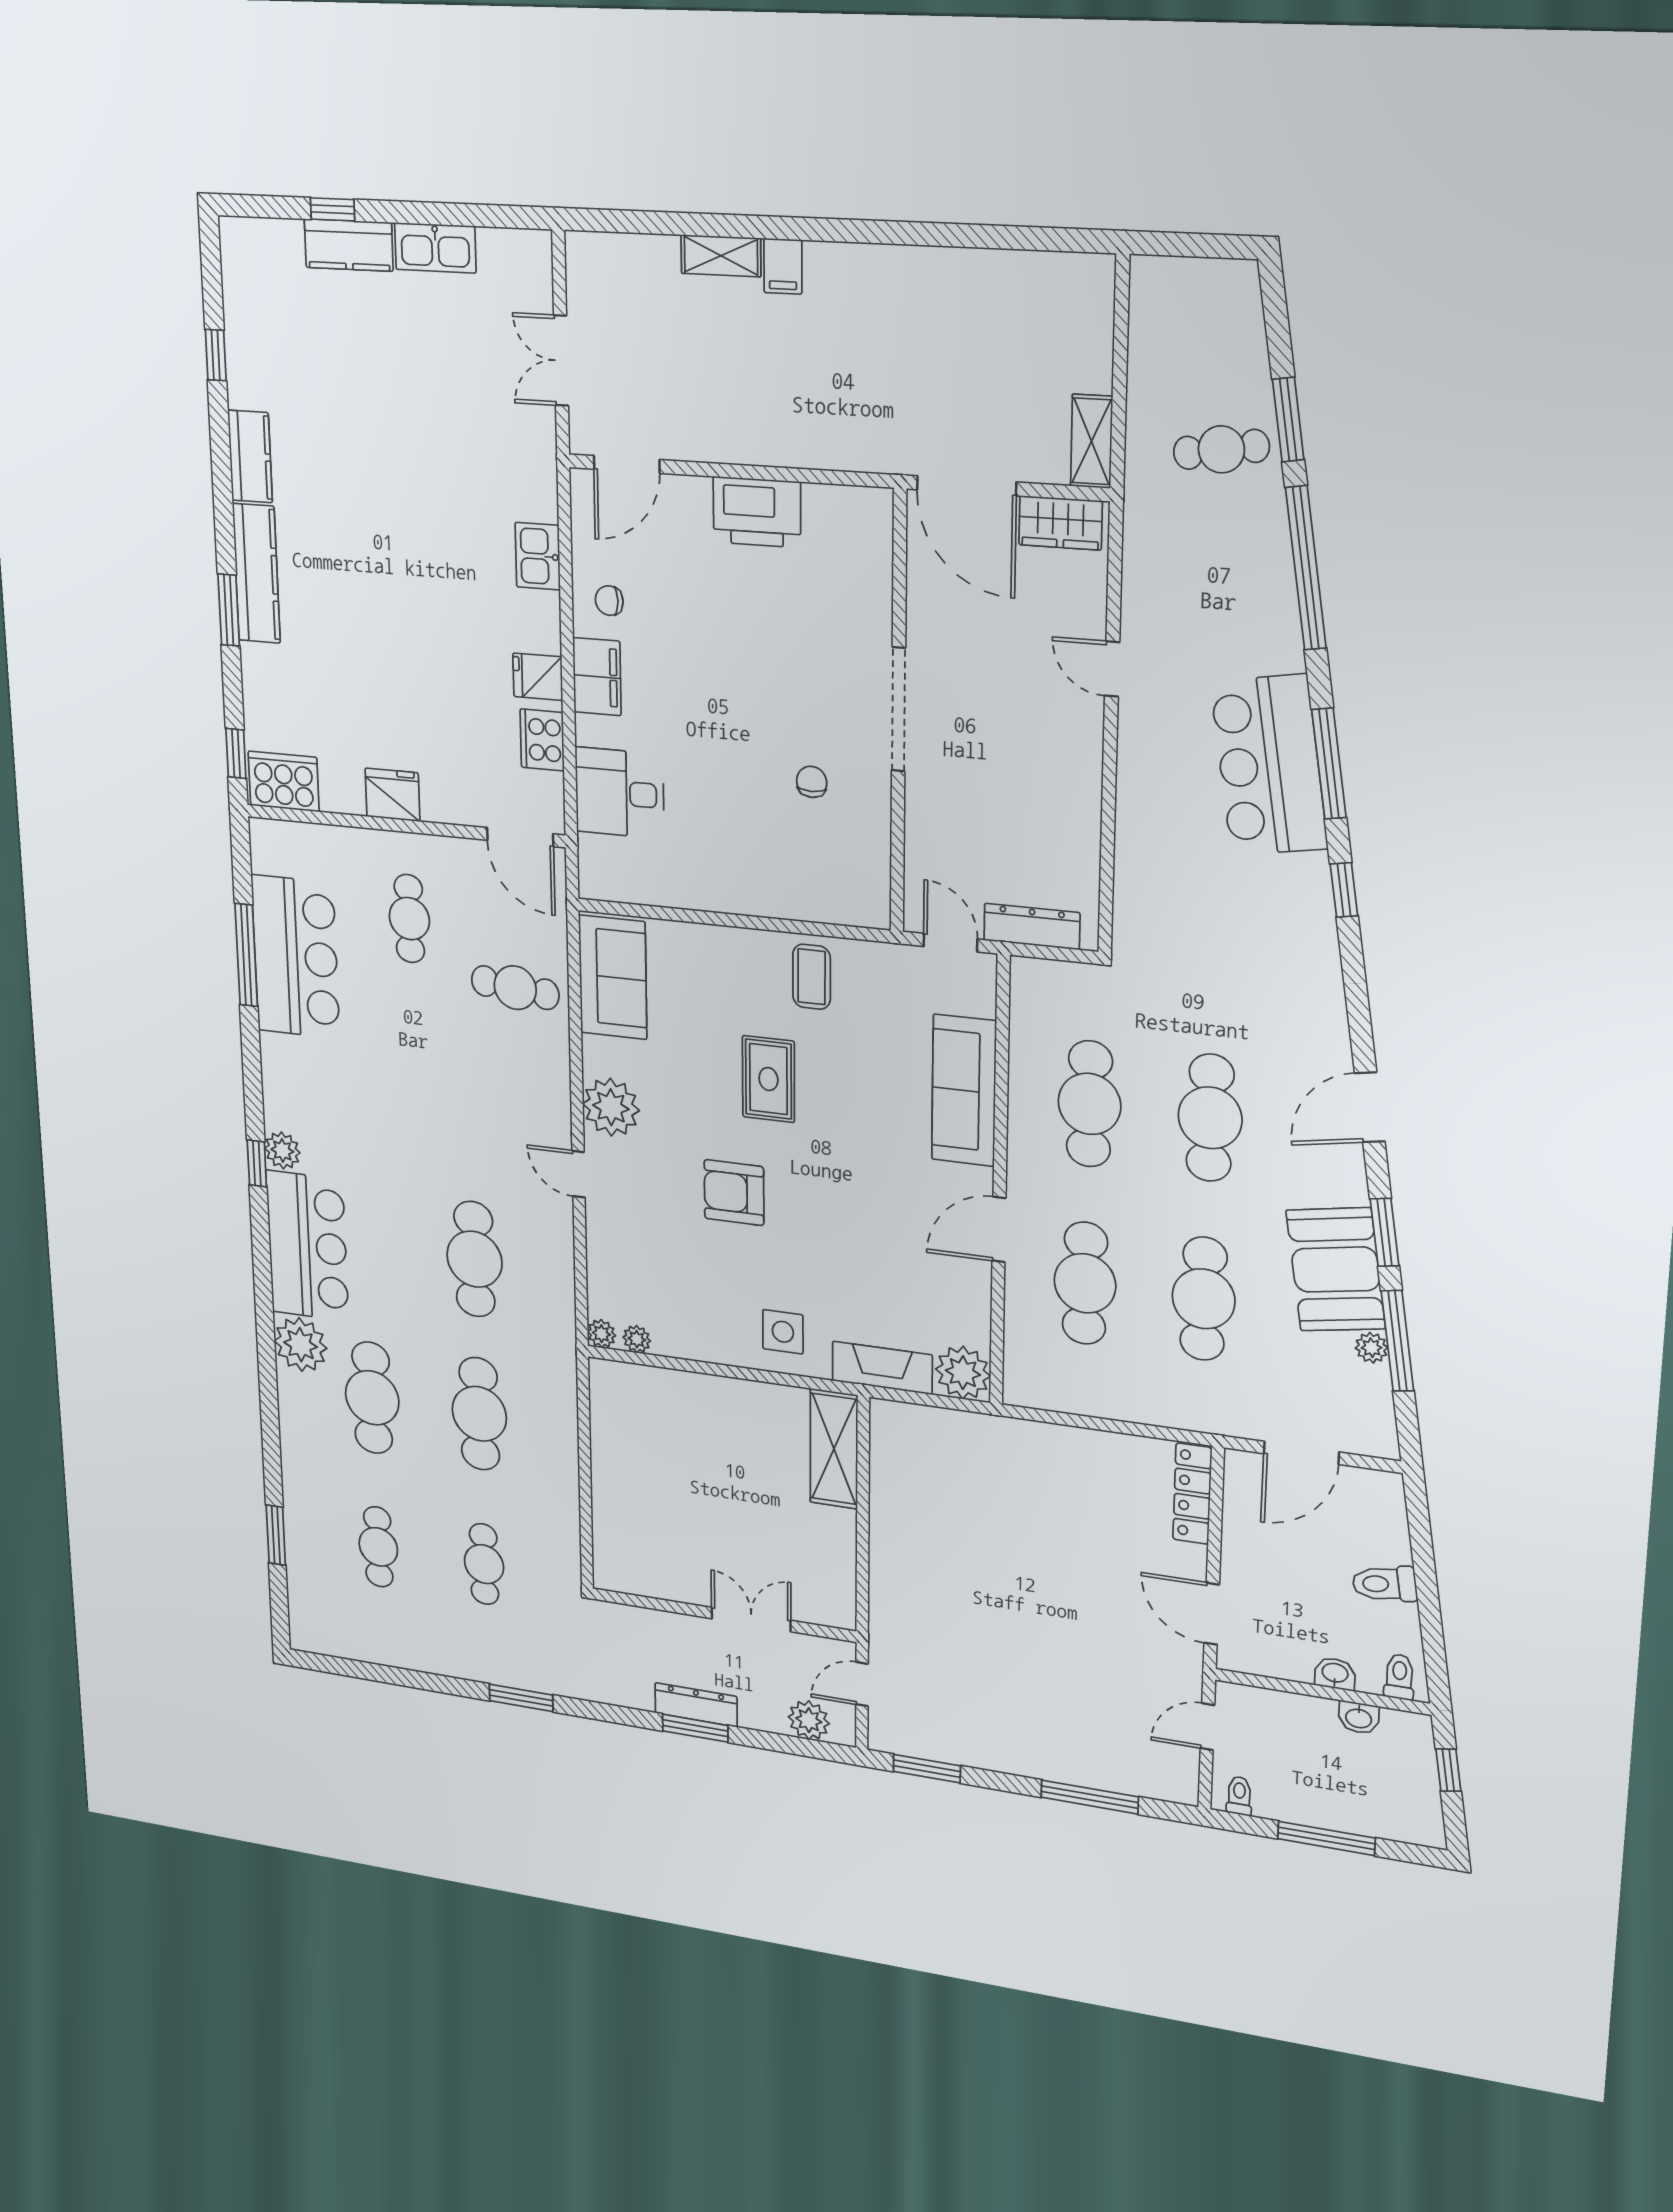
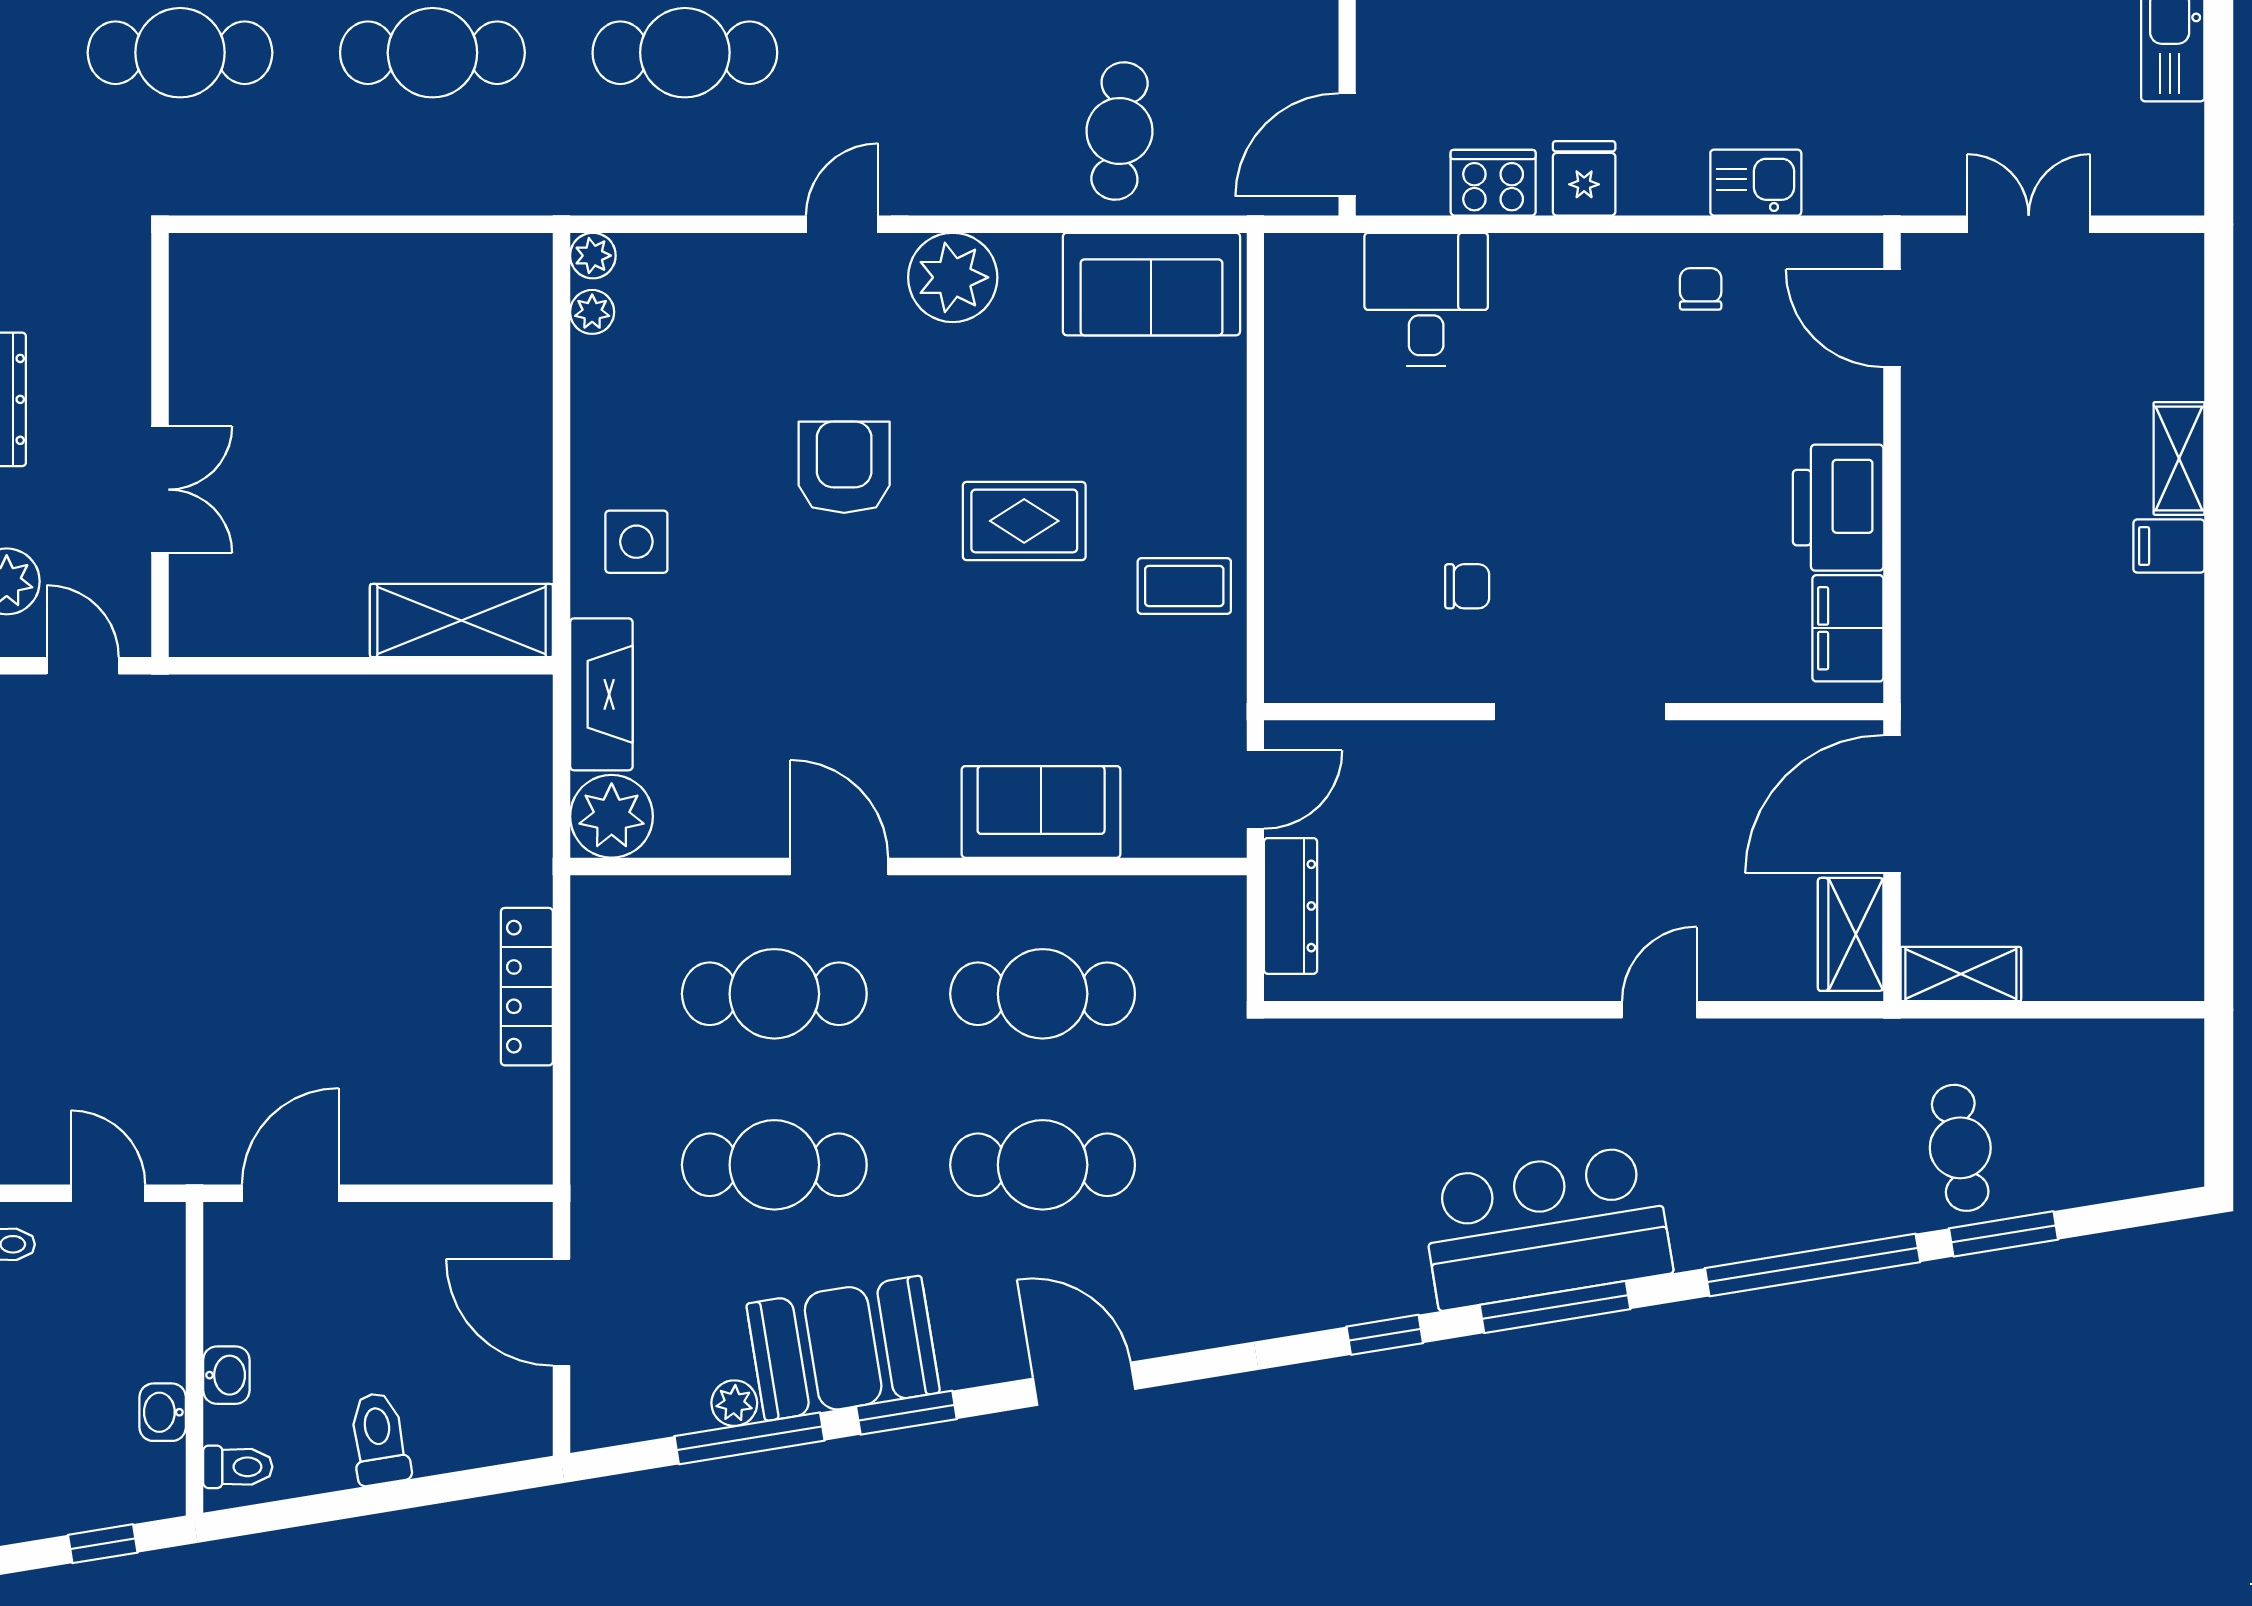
filing cabinet: (597, 677) -> (1848, 628), moved, turned 90
sofa: (964, 1090) -> (1041, 812), width x0.73
locker: (1192, 1494) -> (527, 987), moved, turned -90
cafe table: (484, 1564) -> (180, 53), width x1.37, depth x1.35

